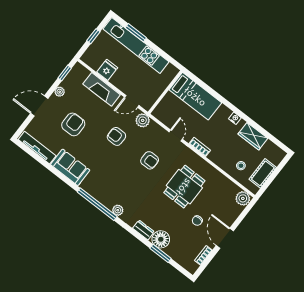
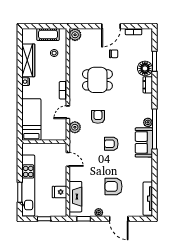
fireplace: (102, 89) -> (75, 197), moved
plant: (143, 120) -> (75, 127), moved
armchair: (116, 136) -> (111, 144), moved, turned 90
wardrobe: (253, 136) -> (28, 60), width x1.50
sofa: (70, 167) -> (144, 142), moved
plant: (118, 210) -> (148, 122), moved

